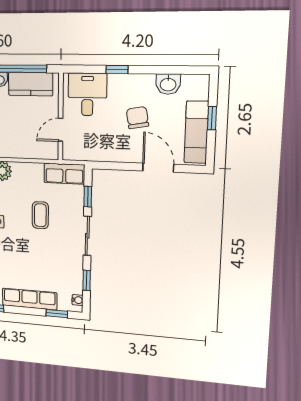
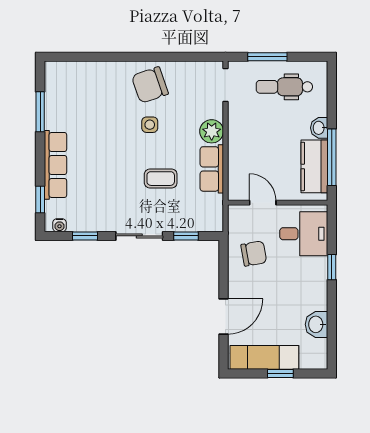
chair: (137, 118) -> (254, 253), moved
row of seats: (64, 174) -> (212, 169), moved

